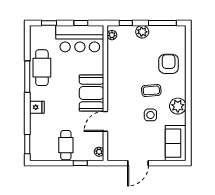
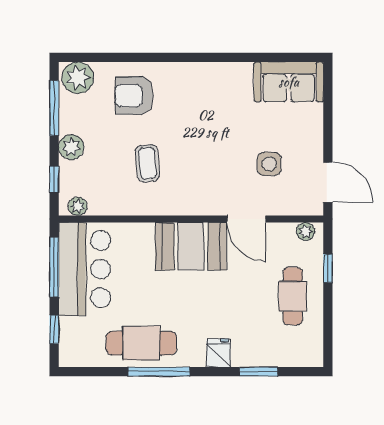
window: (81, 23) -> (54, 267), width x2.17
coffee table: (151, 90) -> (147, 163), moved
plant: (178, 106) -> (78, 78), moved
side table: (150, 115) -> (269, 164), moved
window: (27, 144) -> (259, 372), moved
cafe table: (66, 145) -> (293, 296), turned 90
door: (138, 163) -> (328, 182), moved

